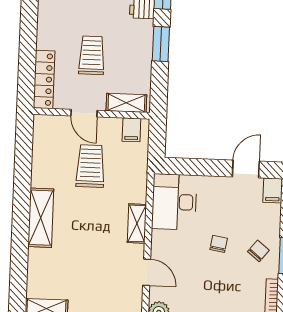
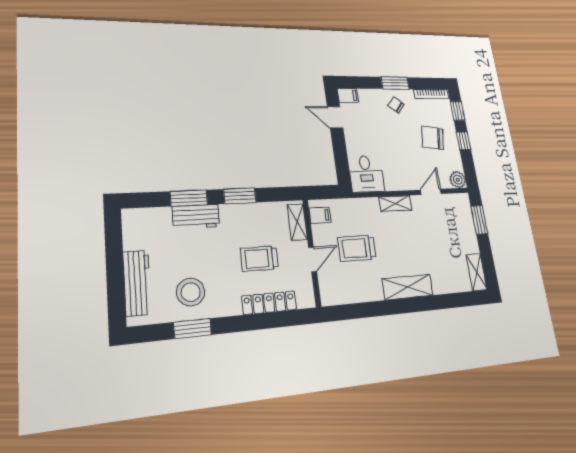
locker: (44, 79) -> (269, 303), moved
desk: (174, 202) -> (366, 174), width x0.73
chair: (219, 244) -> (433, 138), moved, width x1.87, depth x1.87

